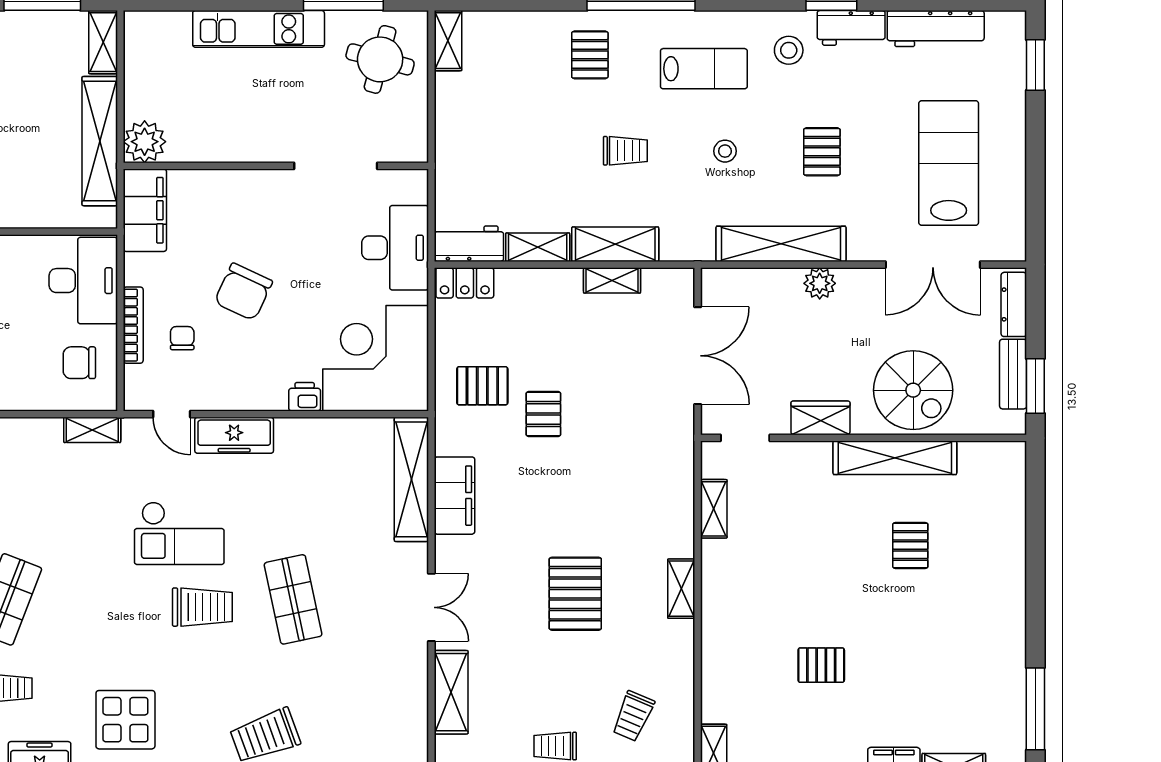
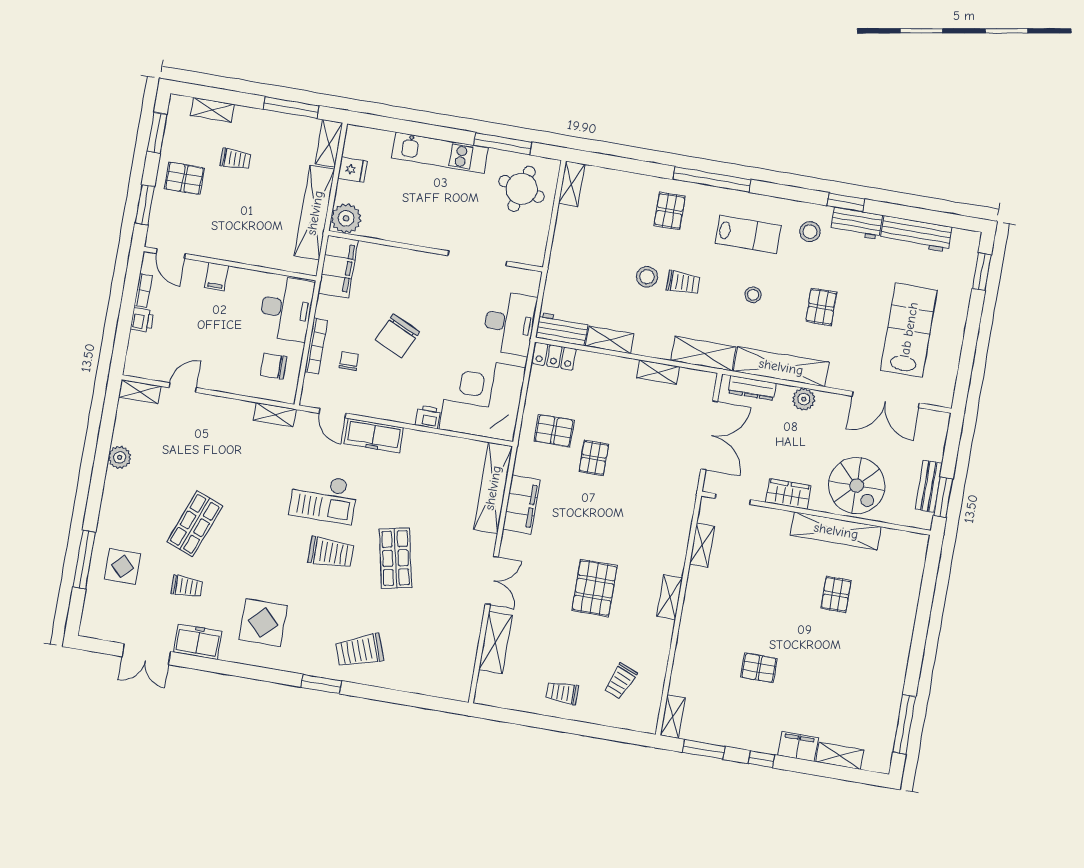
fridge: (142, 73) -> (352, 170), added
stool: (574, 151) -> (647, 277), added
shelving: (615, 244) -> (703, 354), moved
dresser: (1014, 304) -> (752, 388), moved, turned -90

